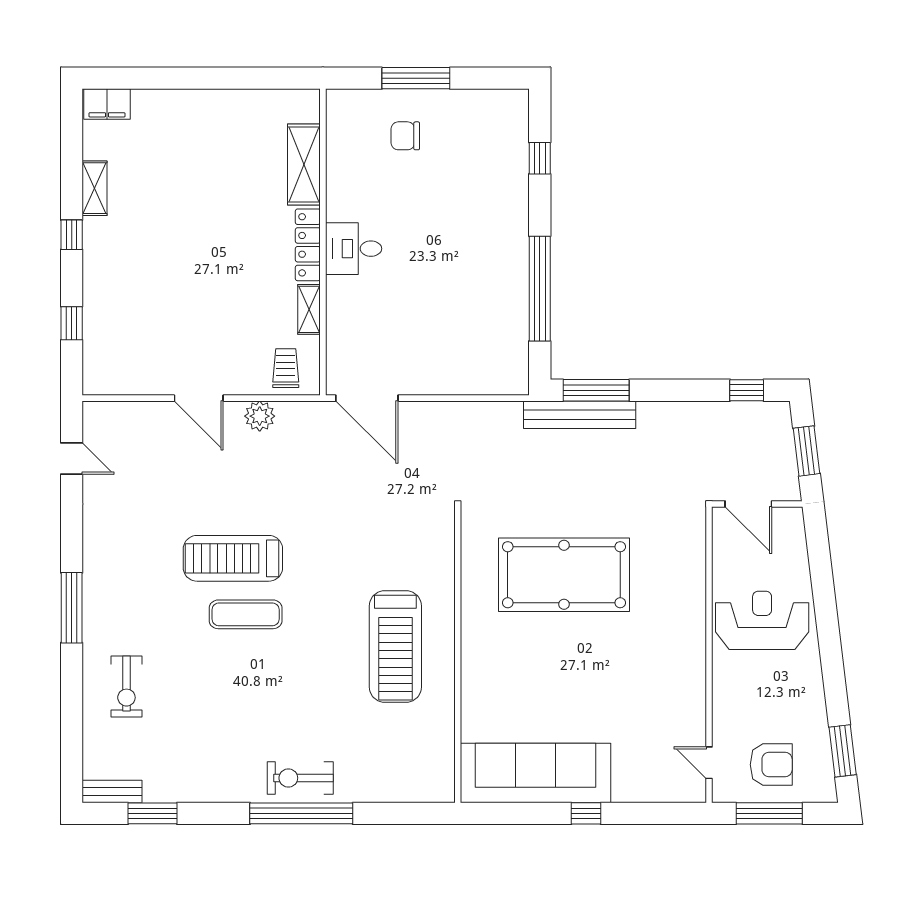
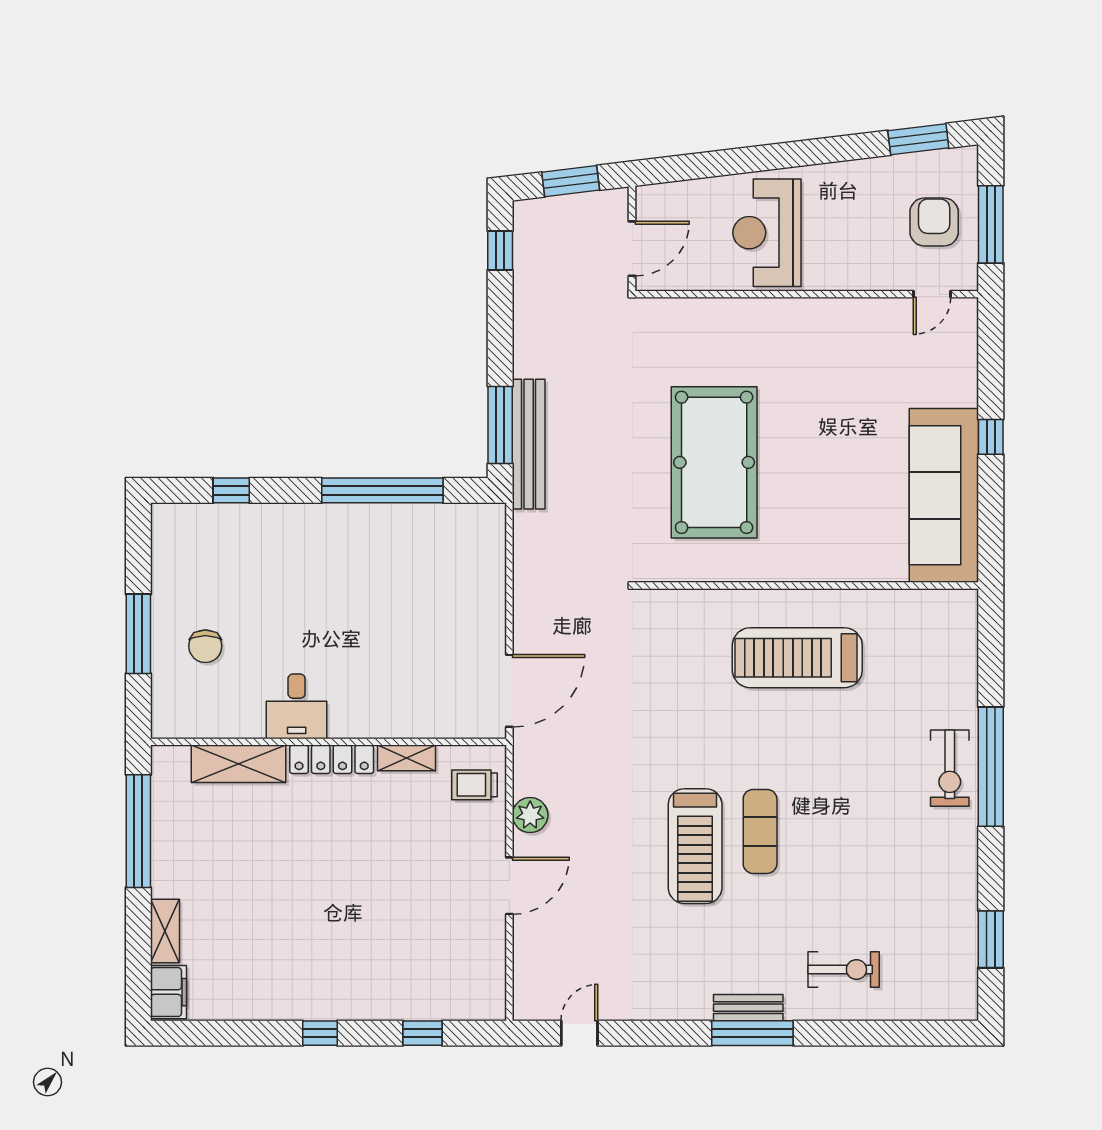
window: (246, 78) -> (138, 831), added
shelving: (95, 188) -> (165, 931), moved, turned 90
desk: (354, 249) -> (297, 706), moved
treadmill: (395, 647) -> (797, 658), turned 180
bench: (112, 791) -> (748, 1008), moved, turned 90

